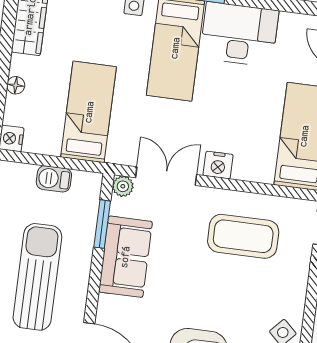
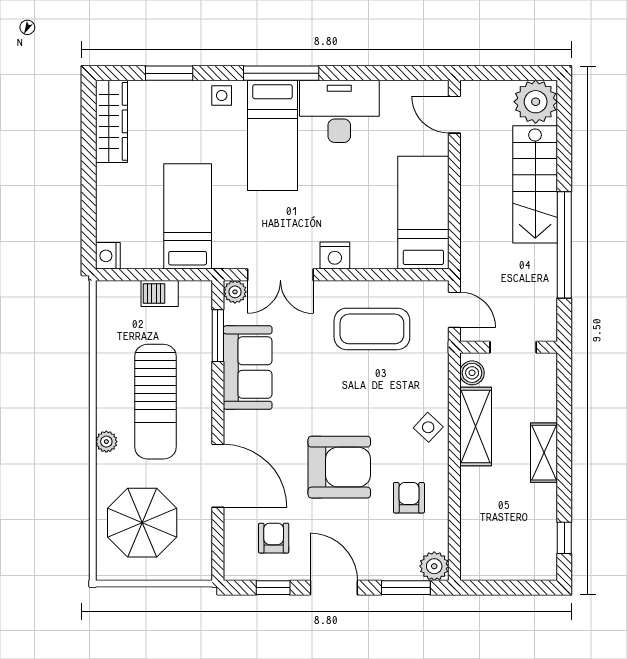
floor lamp: (16, 85) -> (105, 198), removed
double door: (166, 176) -> (280, 275), swing flipped
sun lounger: (37, 277) -> (155, 402), turned 180

